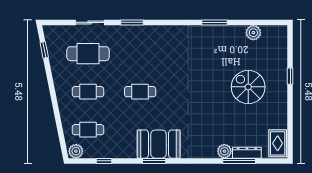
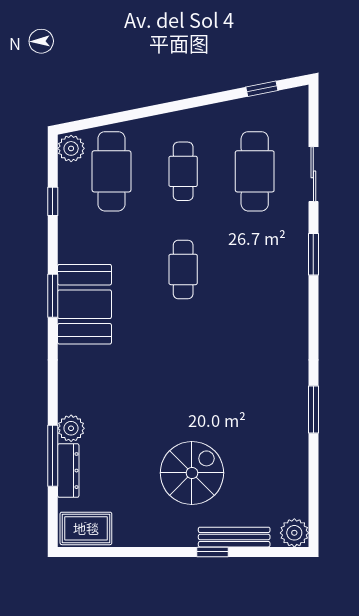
plant: (253, 33) -> (294, 533), moved
bench: (282, 65) -> (234, 537), added
cafe table: (88, 130) -> (111, 171), width x1.37, depth x1.35

